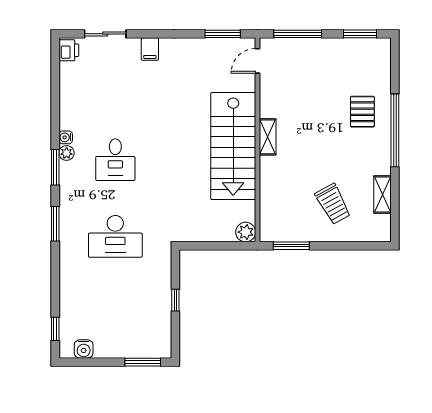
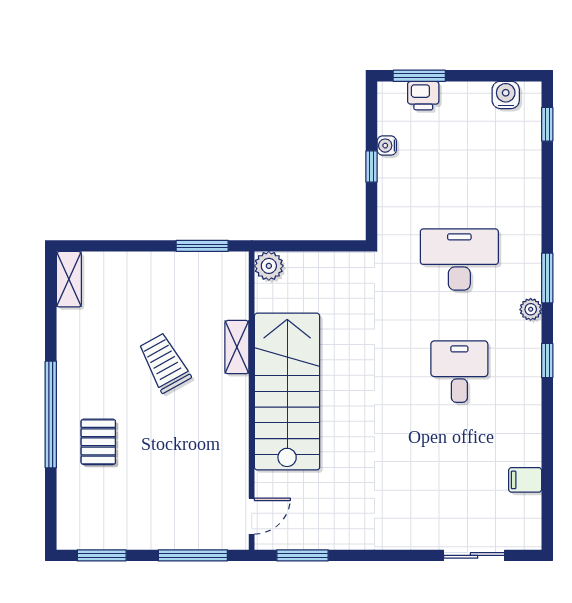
filing cabinet: (150, 49) -> (525, 480), moved, turned -90
printer: (69, 50) -> (423, 96), moved, turned -90
water cooler: (66, 137) -> (387, 146), moved, turned 180
shelving: (268, 137) -> (237, 347), moved
plant: (67, 153) -> (531, 309), moved
window: (55, 167) -> (547, 361), width x0.67
shelving: (382, 194) -> (69, 279), moved
trolley: (333, 204) -> (164, 363), moved

